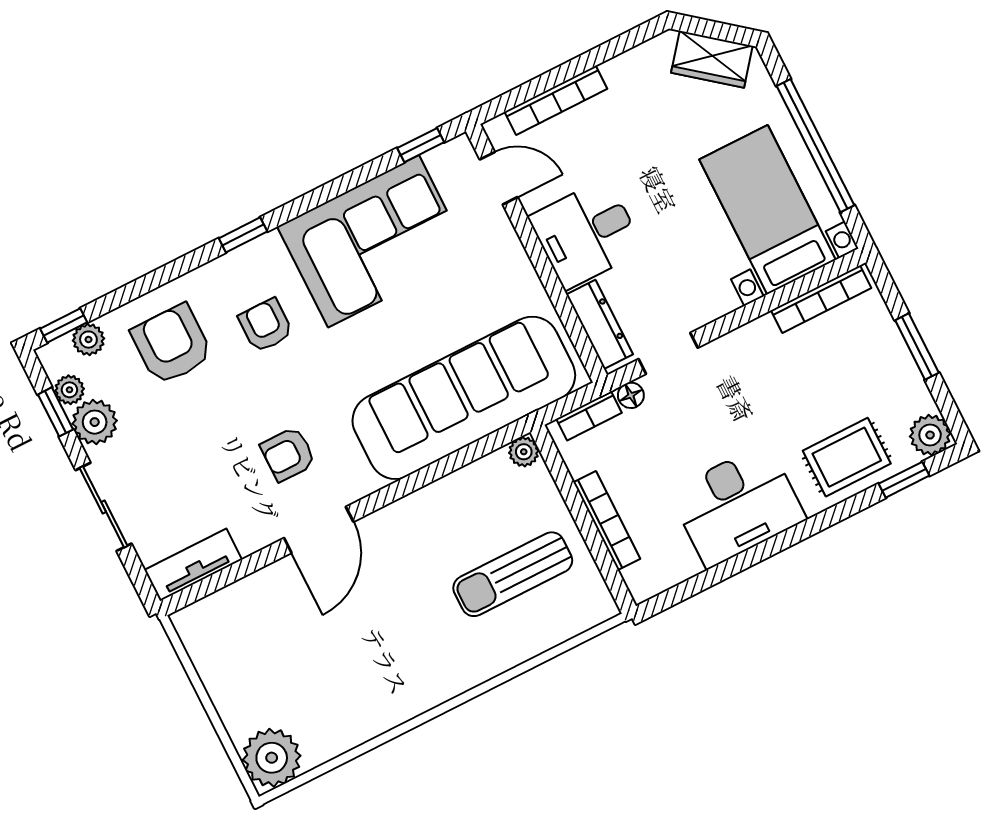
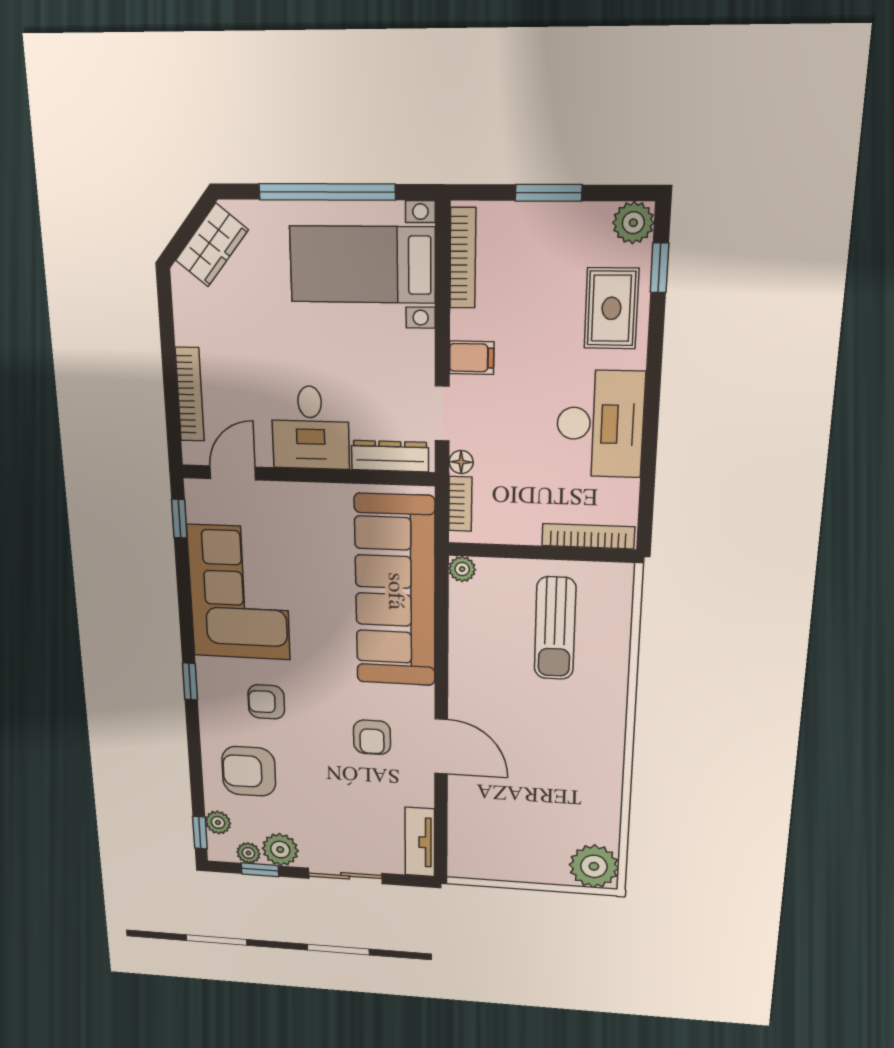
filing cabinet: (735, 354) -> (472, 358), added
bookcase: (607, 520) -> (588, 536), moved

